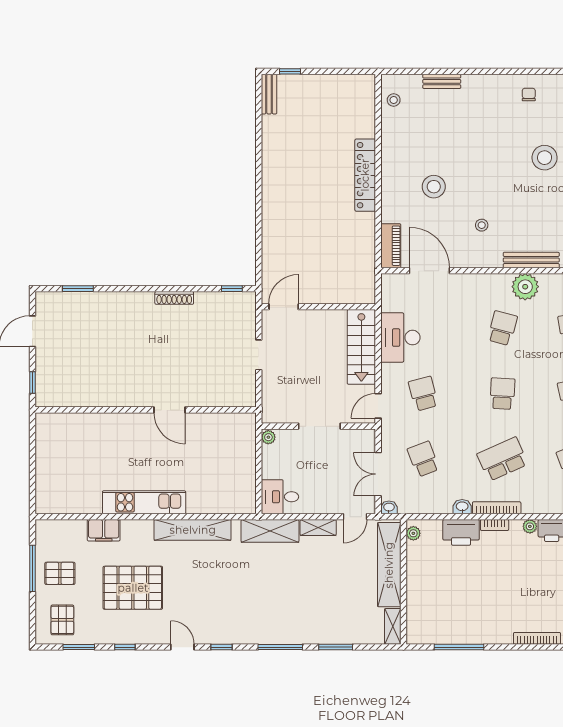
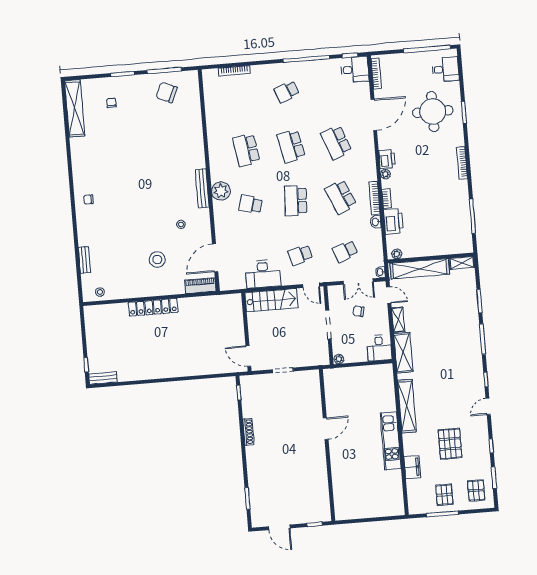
stool: (545, 158) -> (131, 185), removed
school desk: (502, 394) -> (296, 201), width x1.85
chair: (335, 471) -> (358, 311), added
pallet: (133, 588) -> (450, 444), width x0.73, depth x0.71
pallet: (62, 620) -> (476, 490), turned 90

